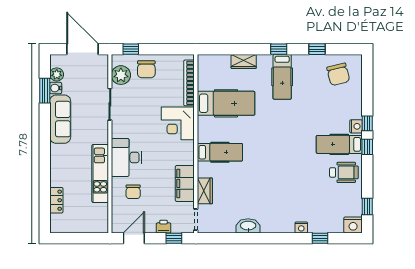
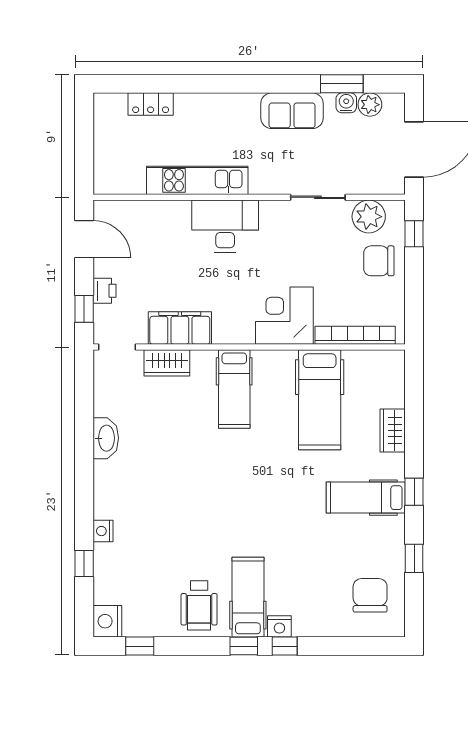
chair: (338, 74) -> (370, 595), turned 104
sofa: (60, 119) -> (292, 111), width x0.73
chair: (133, 192) -> (165, 238), removed

